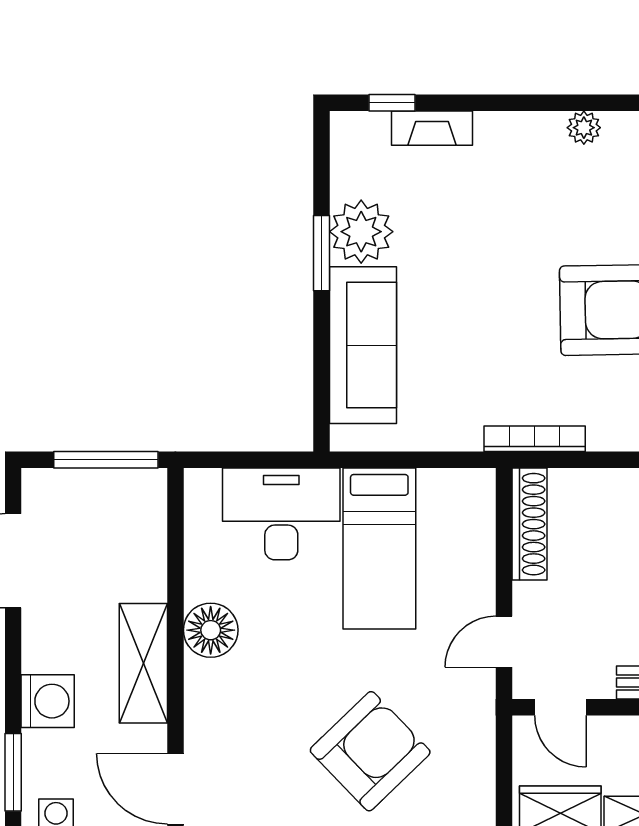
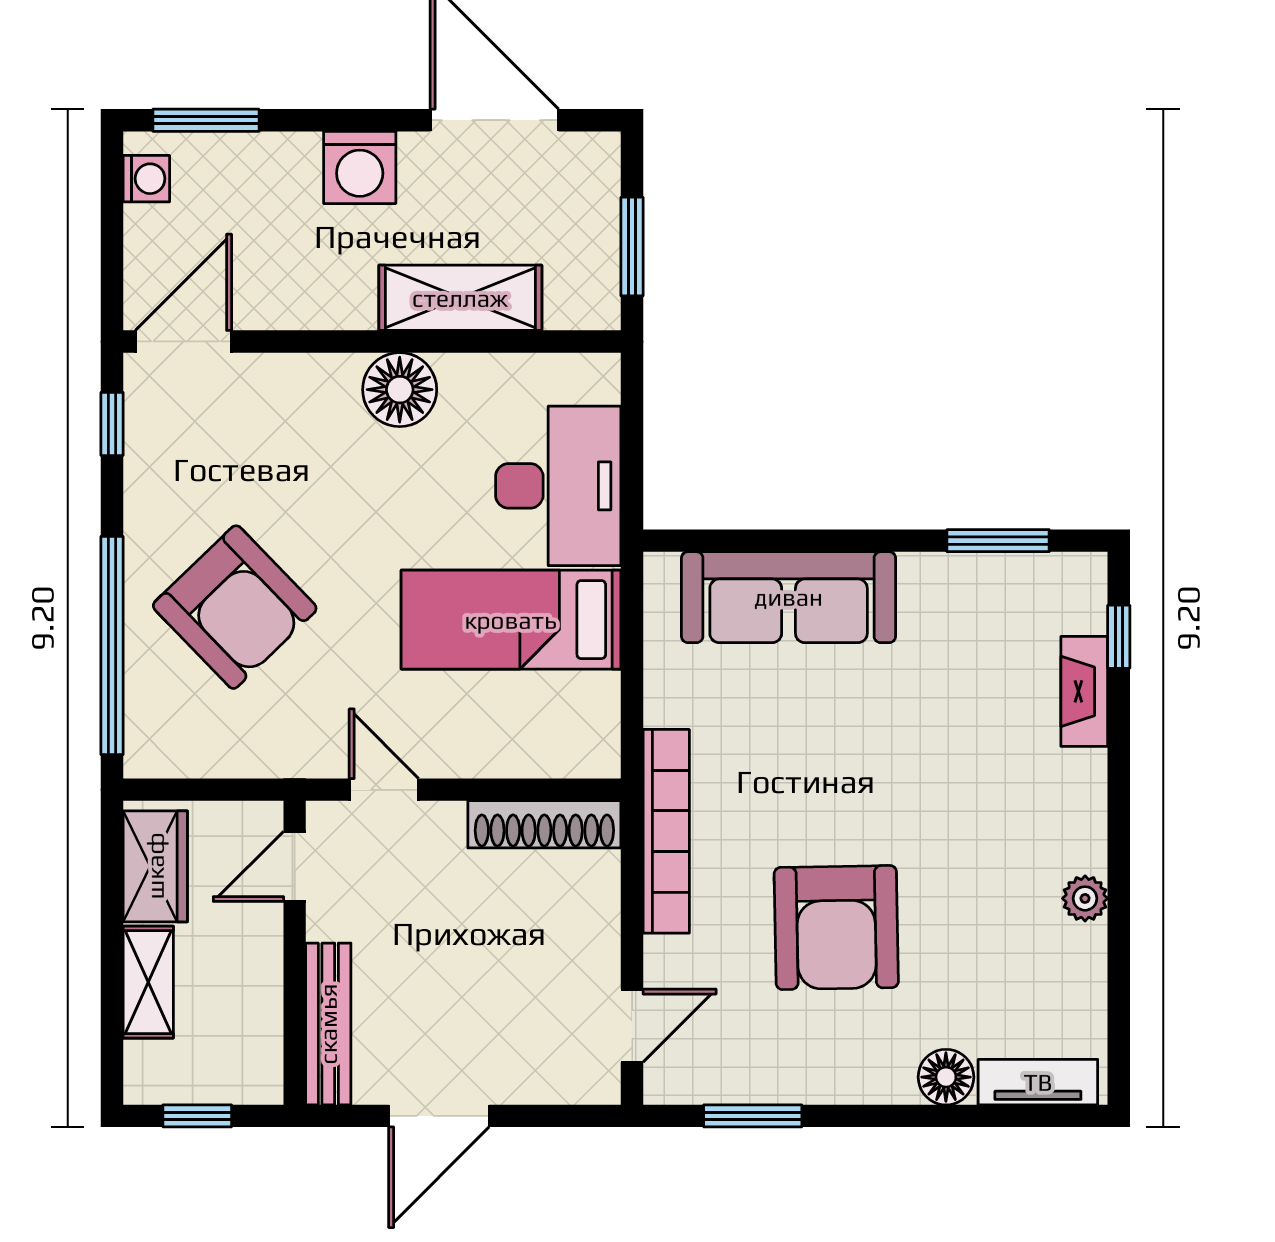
plant: (361, 232) -> (943, 595), removed
window: (321, 253) -> (998, 541), moved
bookcase: (535, 439) -> (666, 831), width x1.48, depth x1.31
window: (106, 460) -> (632, 247), width x0.69
shelving: (143, 663) -> (460, 298), moved
washing machine: (48, 701) -> (360, 167), moved

